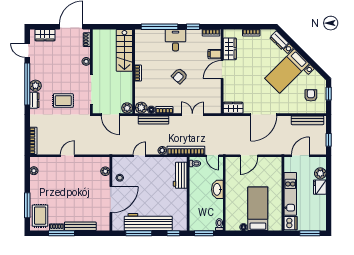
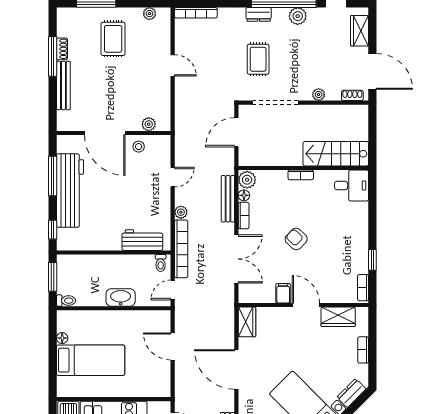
window: (160, 27) -> (372, 208), removed
desk: (176, 40) -> (352, 186), moved
filing cabinet: (215, 54) -> (283, 293), moved
plant: (35, 86) -> (298, 16), moved
plant: (127, 108) -> (247, 158), removed
double door: (192, 115) -> (236, 259), width x1.37
door: (140, 156) -> (173, 177), hinge flipped
rug: (40, 216) -> (113, 39), moved, turned 90

